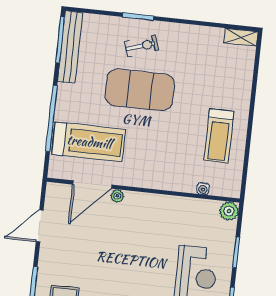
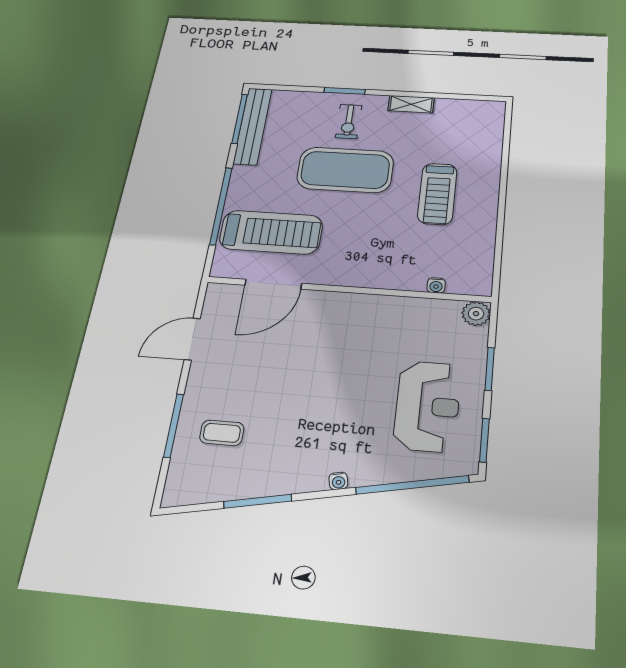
shelving: (241, 37) -> (411, 104), moved
exercise bike: (142, 46) -> (349, 122), turned 108
treadmill: (219, 136) -> (437, 194), moved
plant: (117, 196) -> (309, 298), removed

